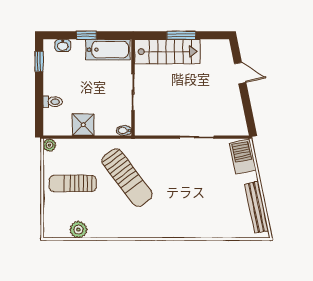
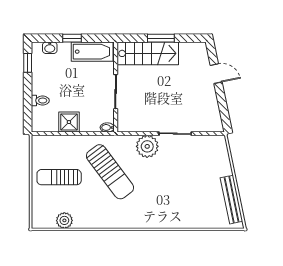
plant: (49, 145) -> (147, 146), moved, width x1.88, depth x1.88
barbecue: (243, 157) -> (219, 152), removed

